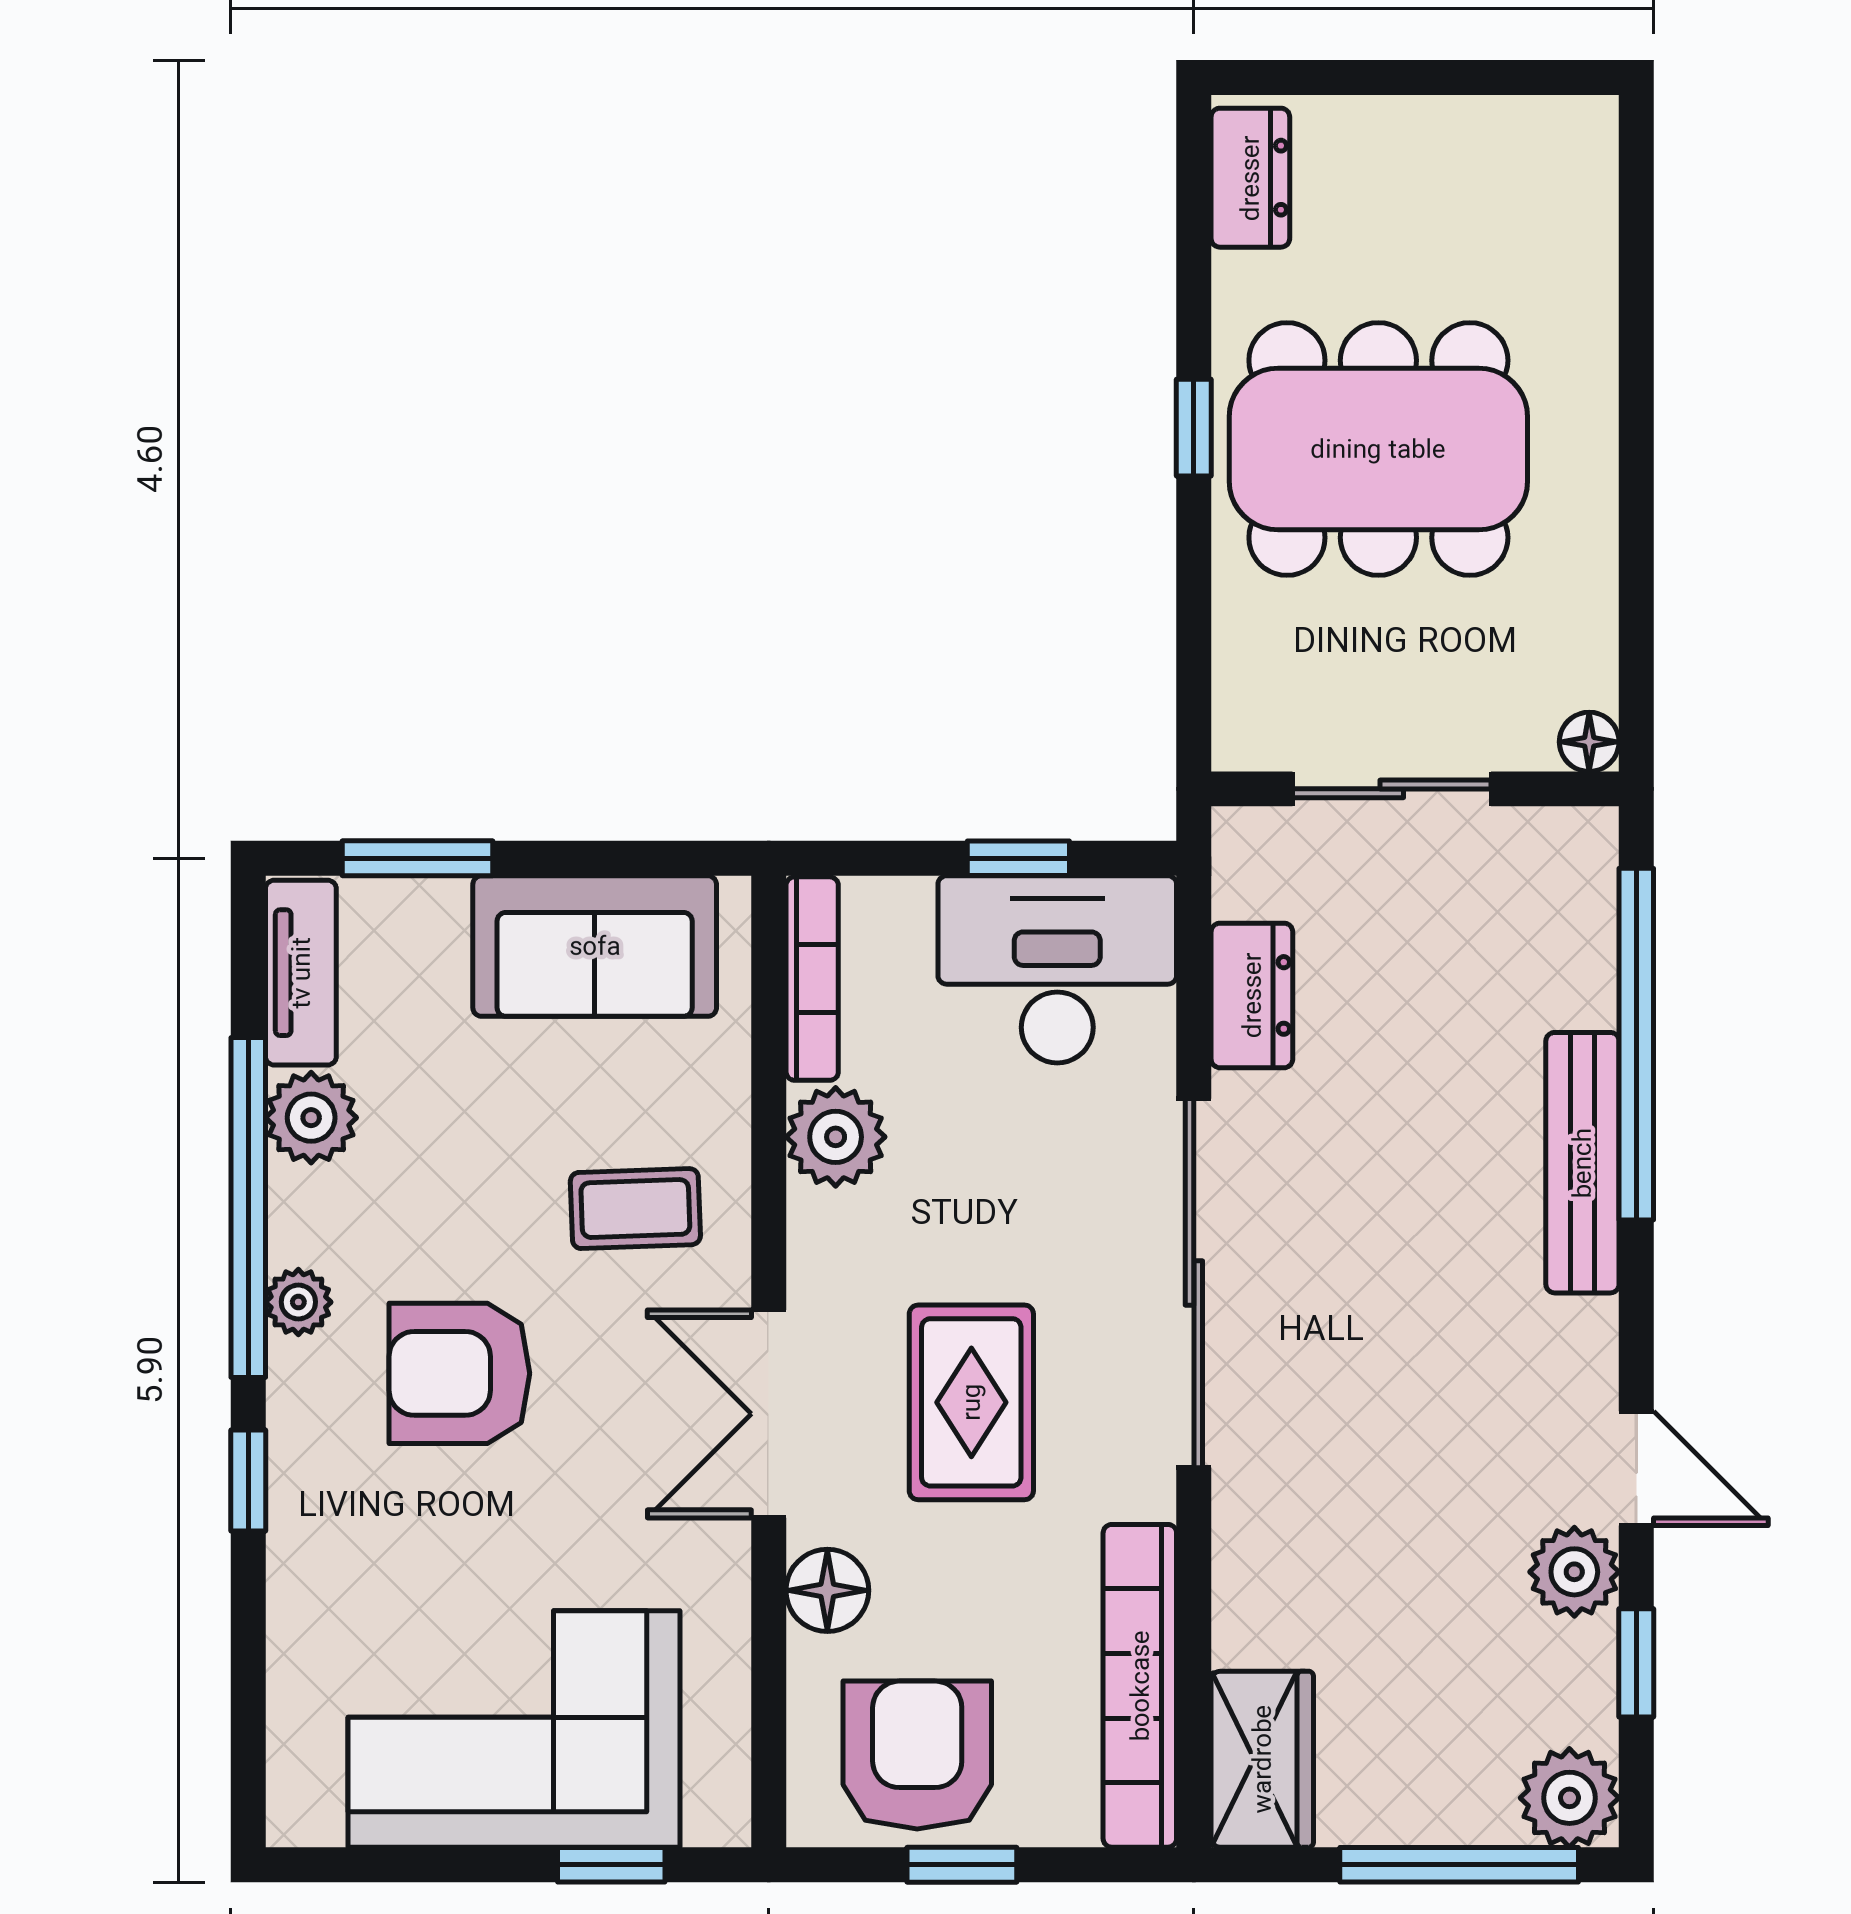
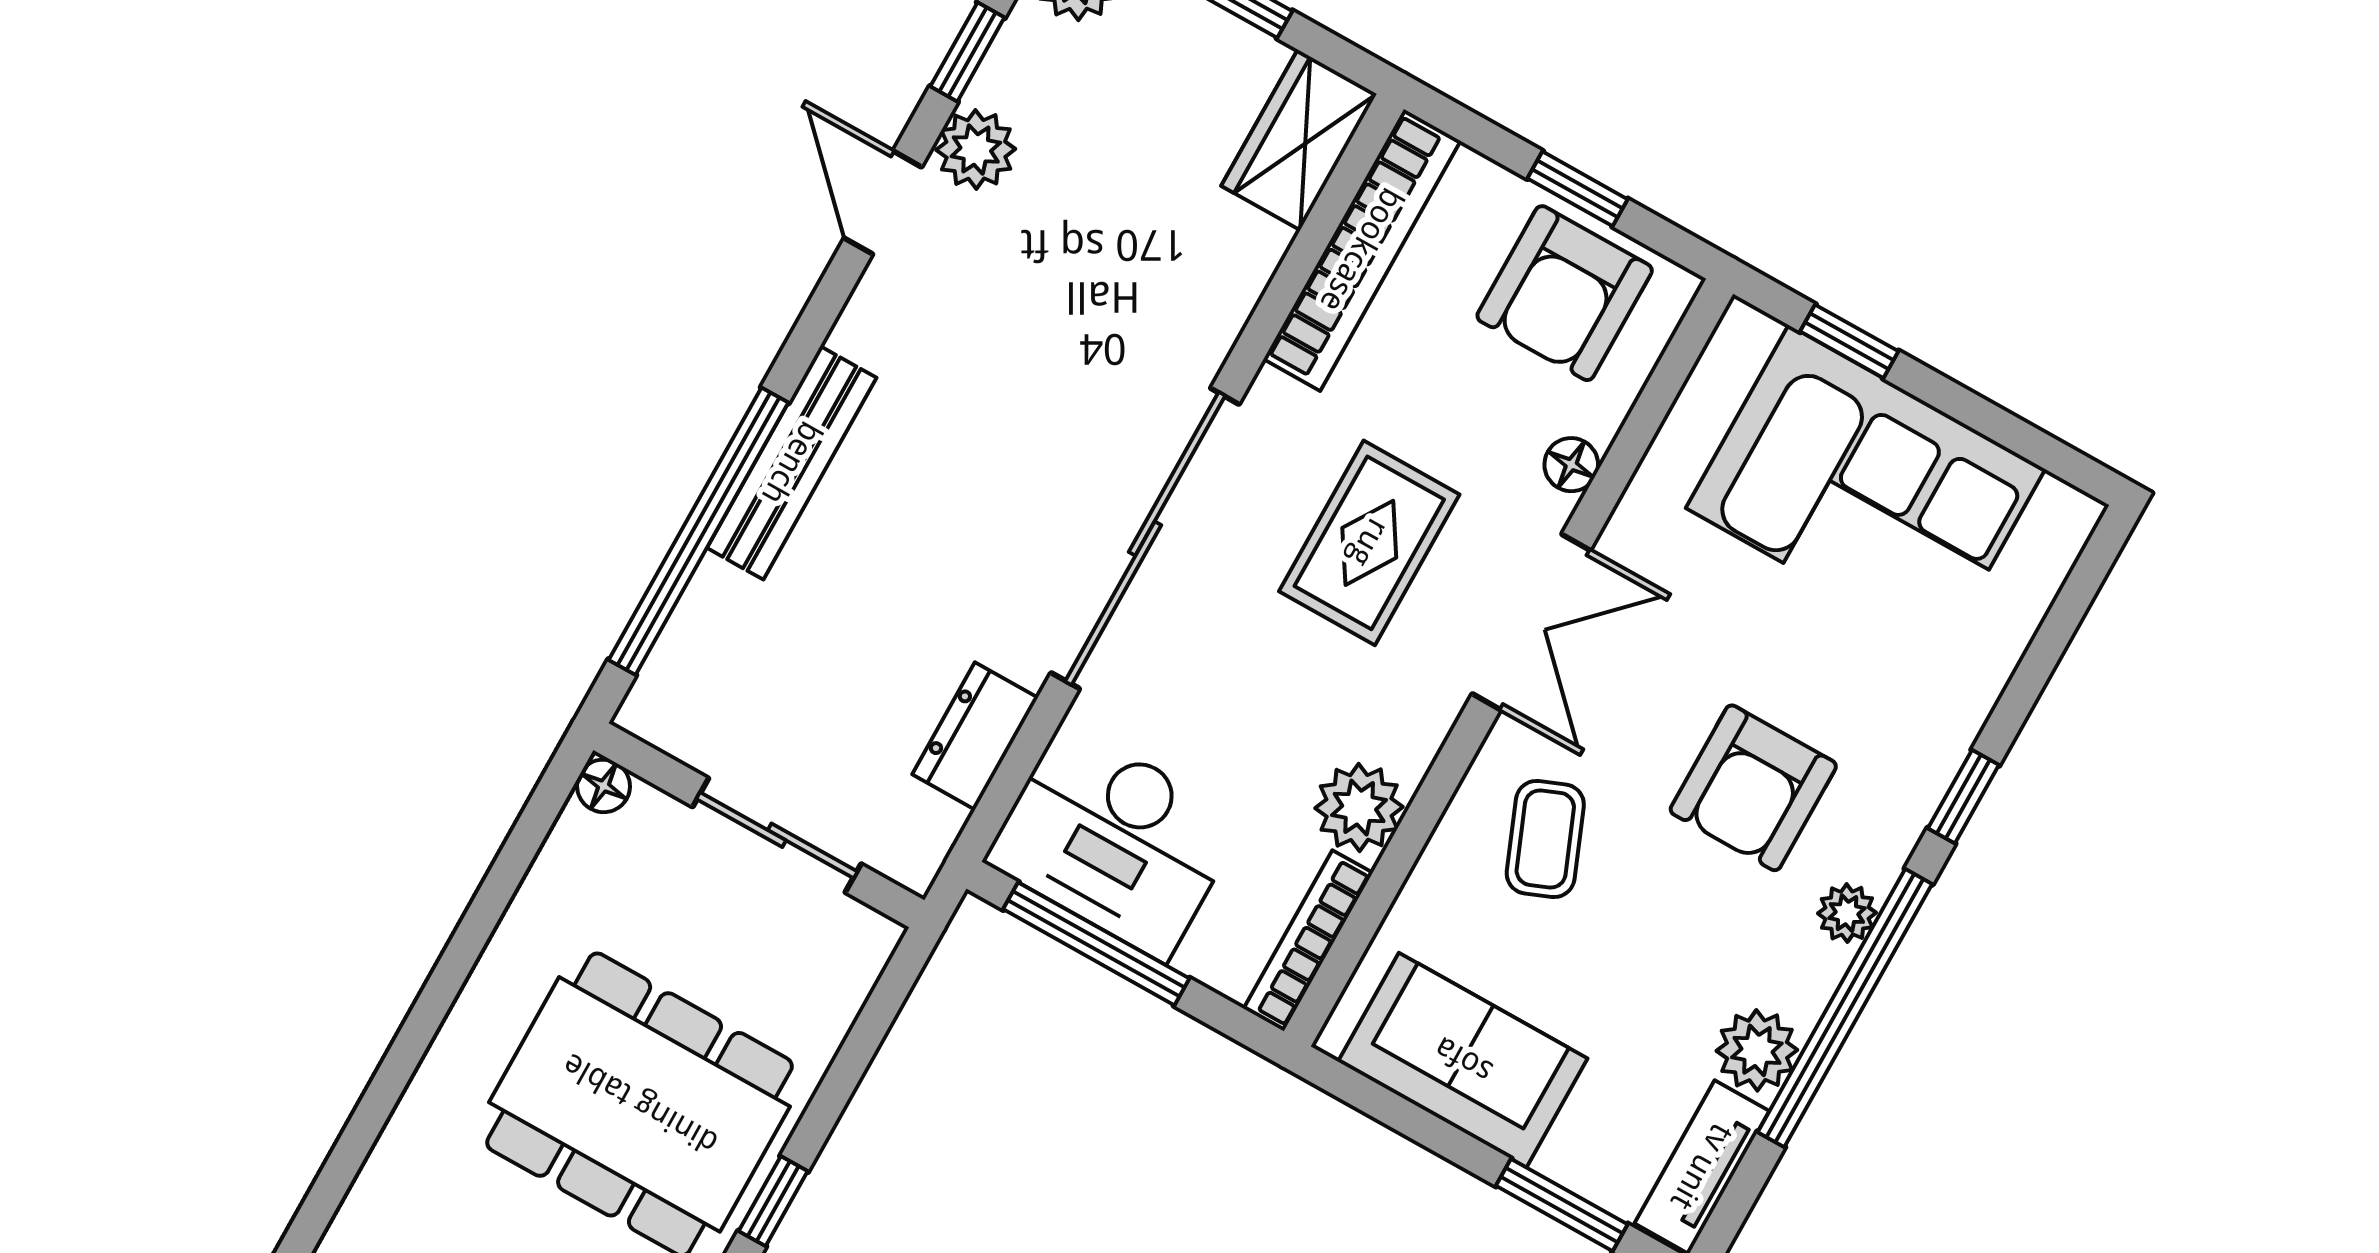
window: (1018, 858) -> (1096, 944), width x2.17
coffee table: (635, 1209) -> (1545, 839), turned 70
armchair: (459, 1373) -> (1753, 788), turned 90
floor lamp: (827, 1590) -> (1571, 465), width x0.73, depth x0.73

